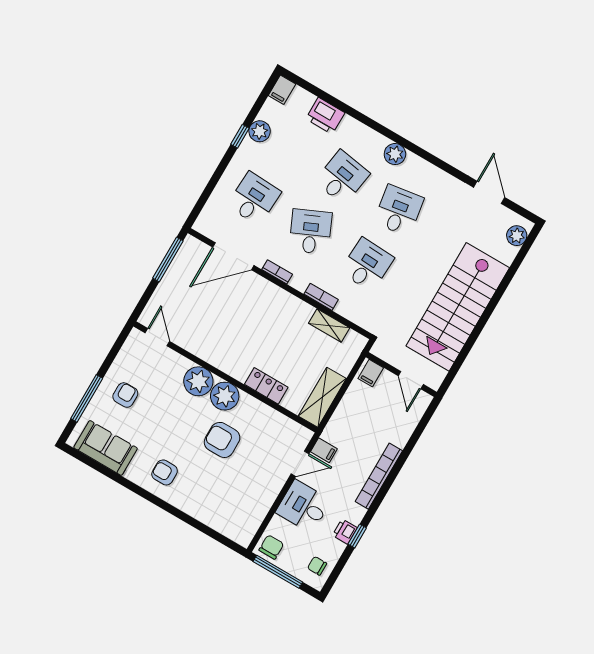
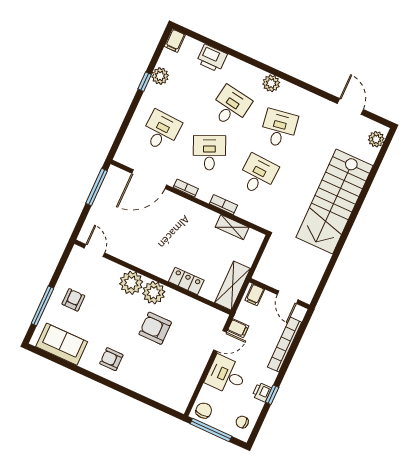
filing cabinet: (371, 373) -> (255, 295), moved
wall: (401, 375) -> (279, 294), moved
door: (411, 380) -> (288, 297), moved

